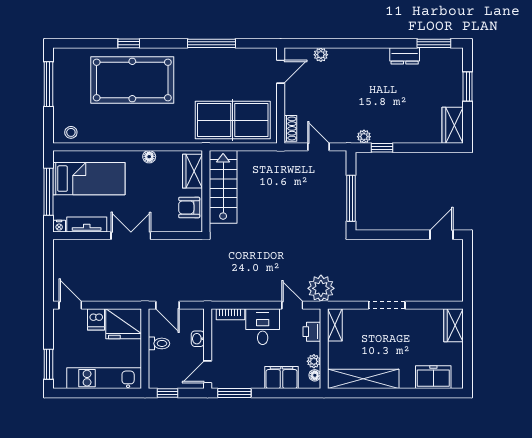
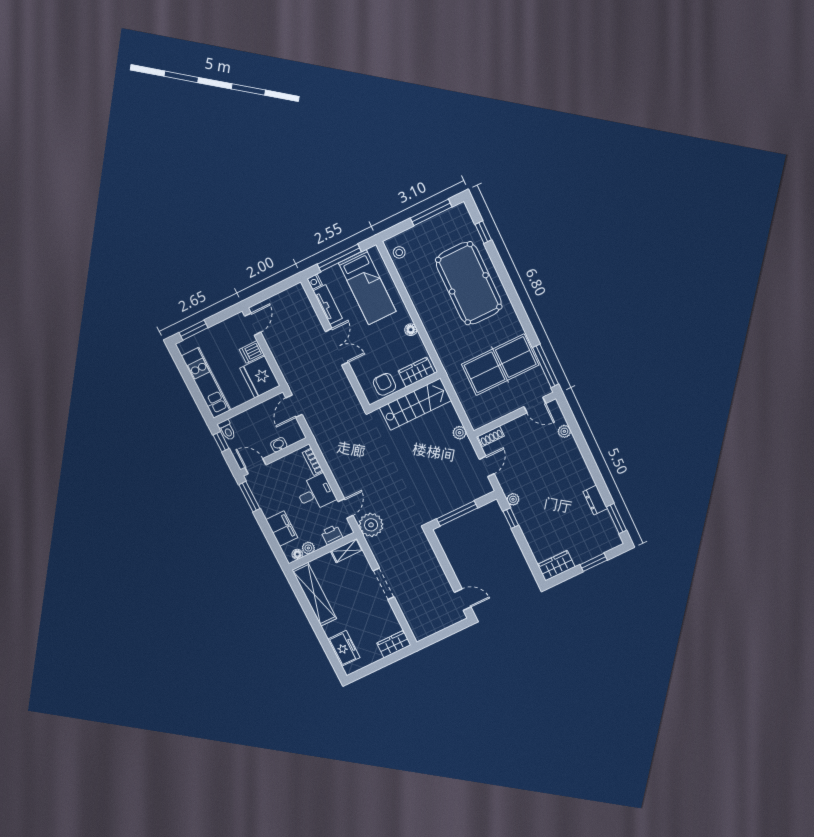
window: (129, 43) -> (483, 232), moved
window: (211, 43) -> (545, 366), moved
table tennis table: (233, 120) -> (500, 365), moved, turned 90
plant: (272, 158) -> (460, 433), added
toilet: (159, 343) -> (227, 430), moved

